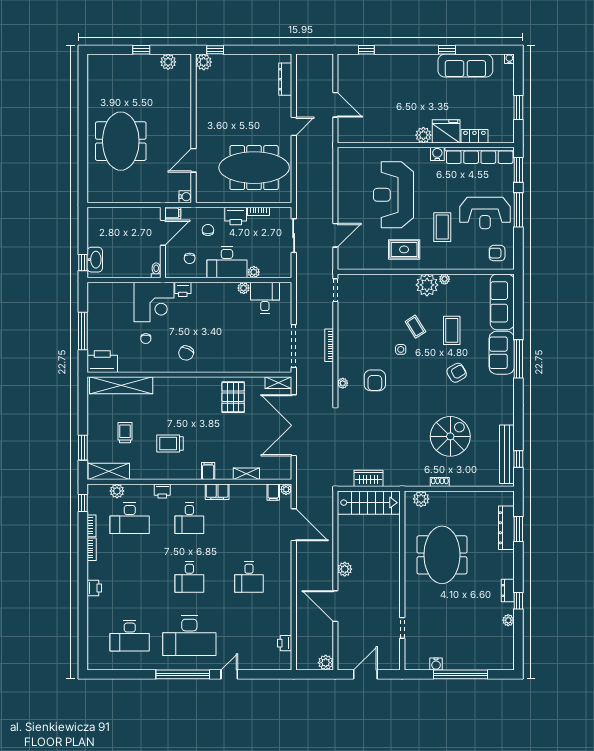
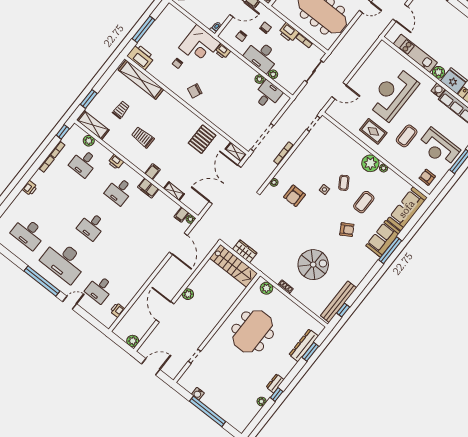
kitchen unit: (384, 134) -> (415, 53), added
desk: (130, 518) -> (84, 163), width x0.73
desk: (249, 577) -> (100, 289), moved

